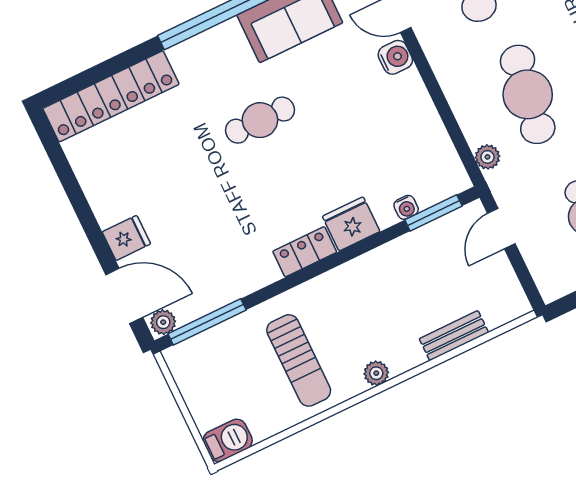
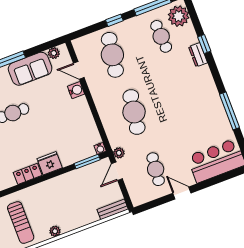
plant: (487, 157) -> (119, 153), moved
water cooler: (406, 207) -> (100, 148), moved
bench: (454, 336) -> (113, 209), moved

